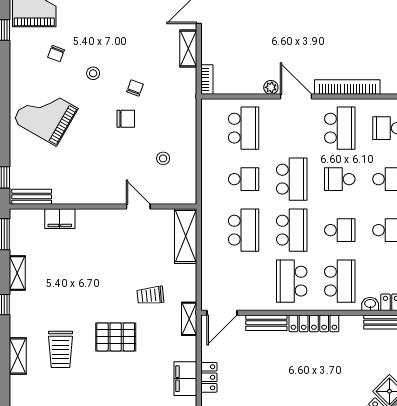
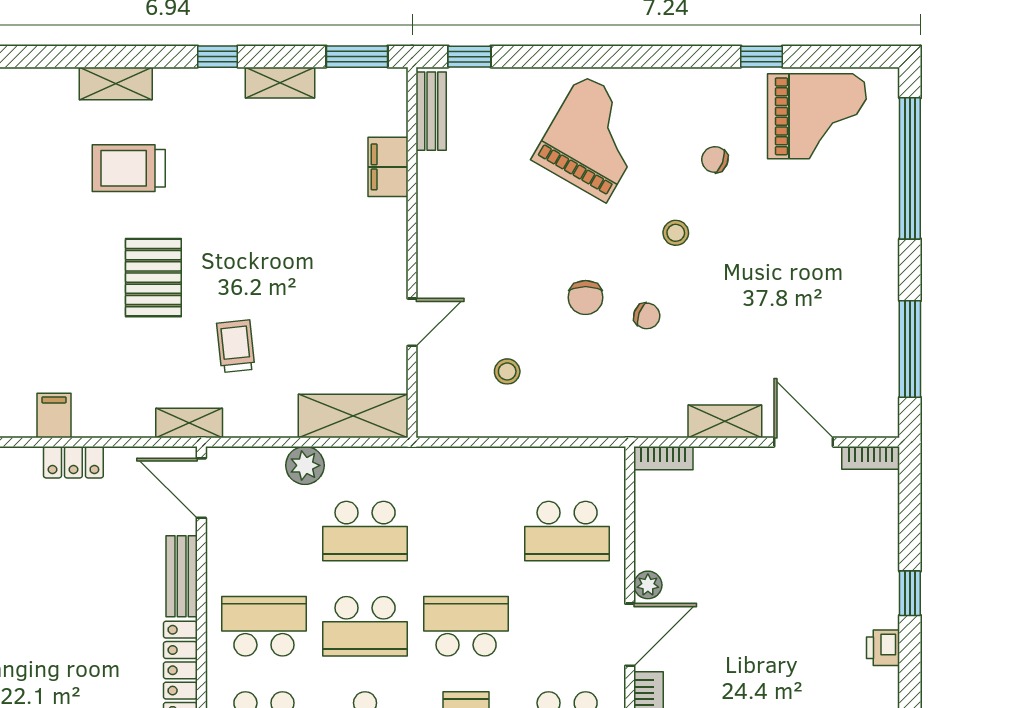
school desk: (244, 179) -> (466, 531), removed
school desk: (292, 179) -> (466, 626), turned 180
plant: (211, 260) -> (305, 465), added
filing cabinet: (185, 379) -> (54, 416), width x0.50

